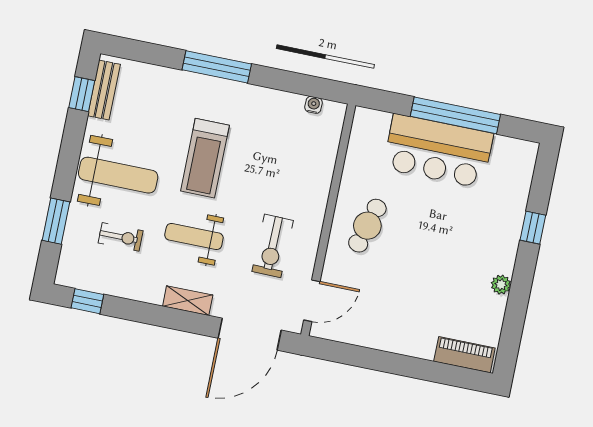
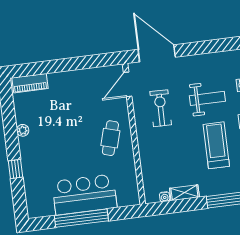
shelving: (188, 301) -> (184, 193), moved
door: (250, 334) -> (157, 53), hinge flipped

